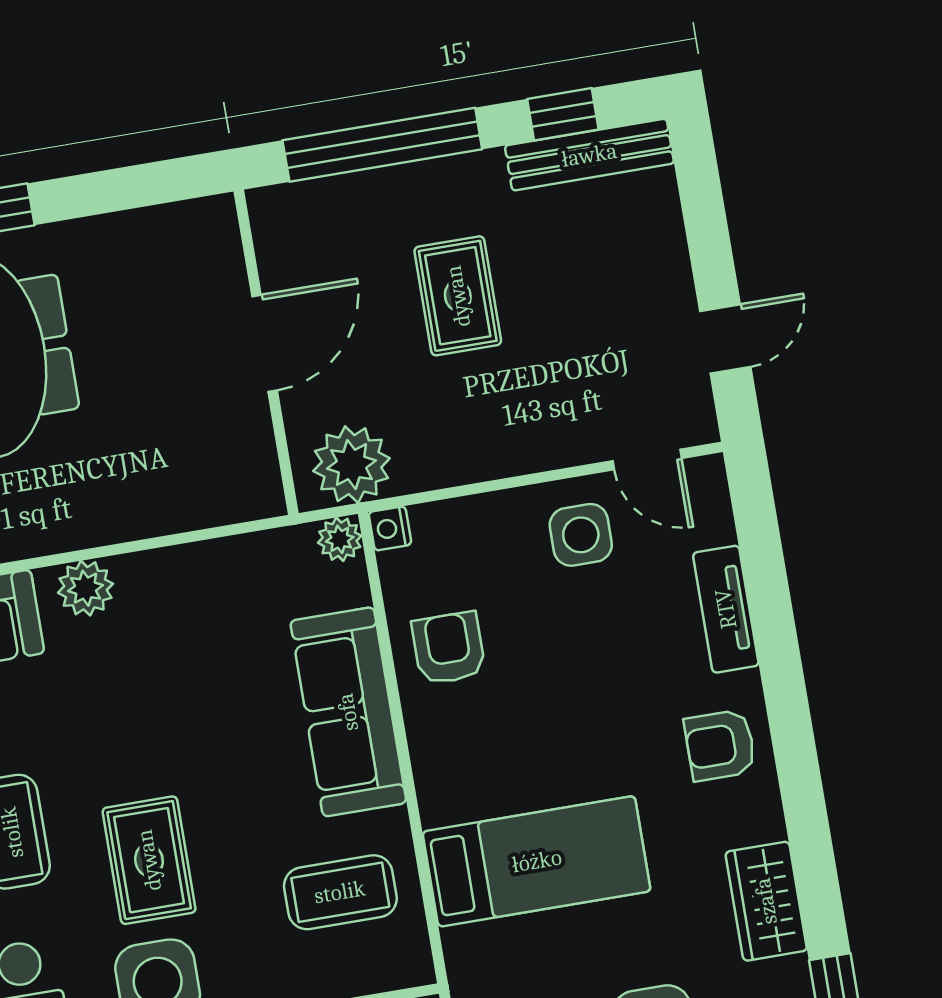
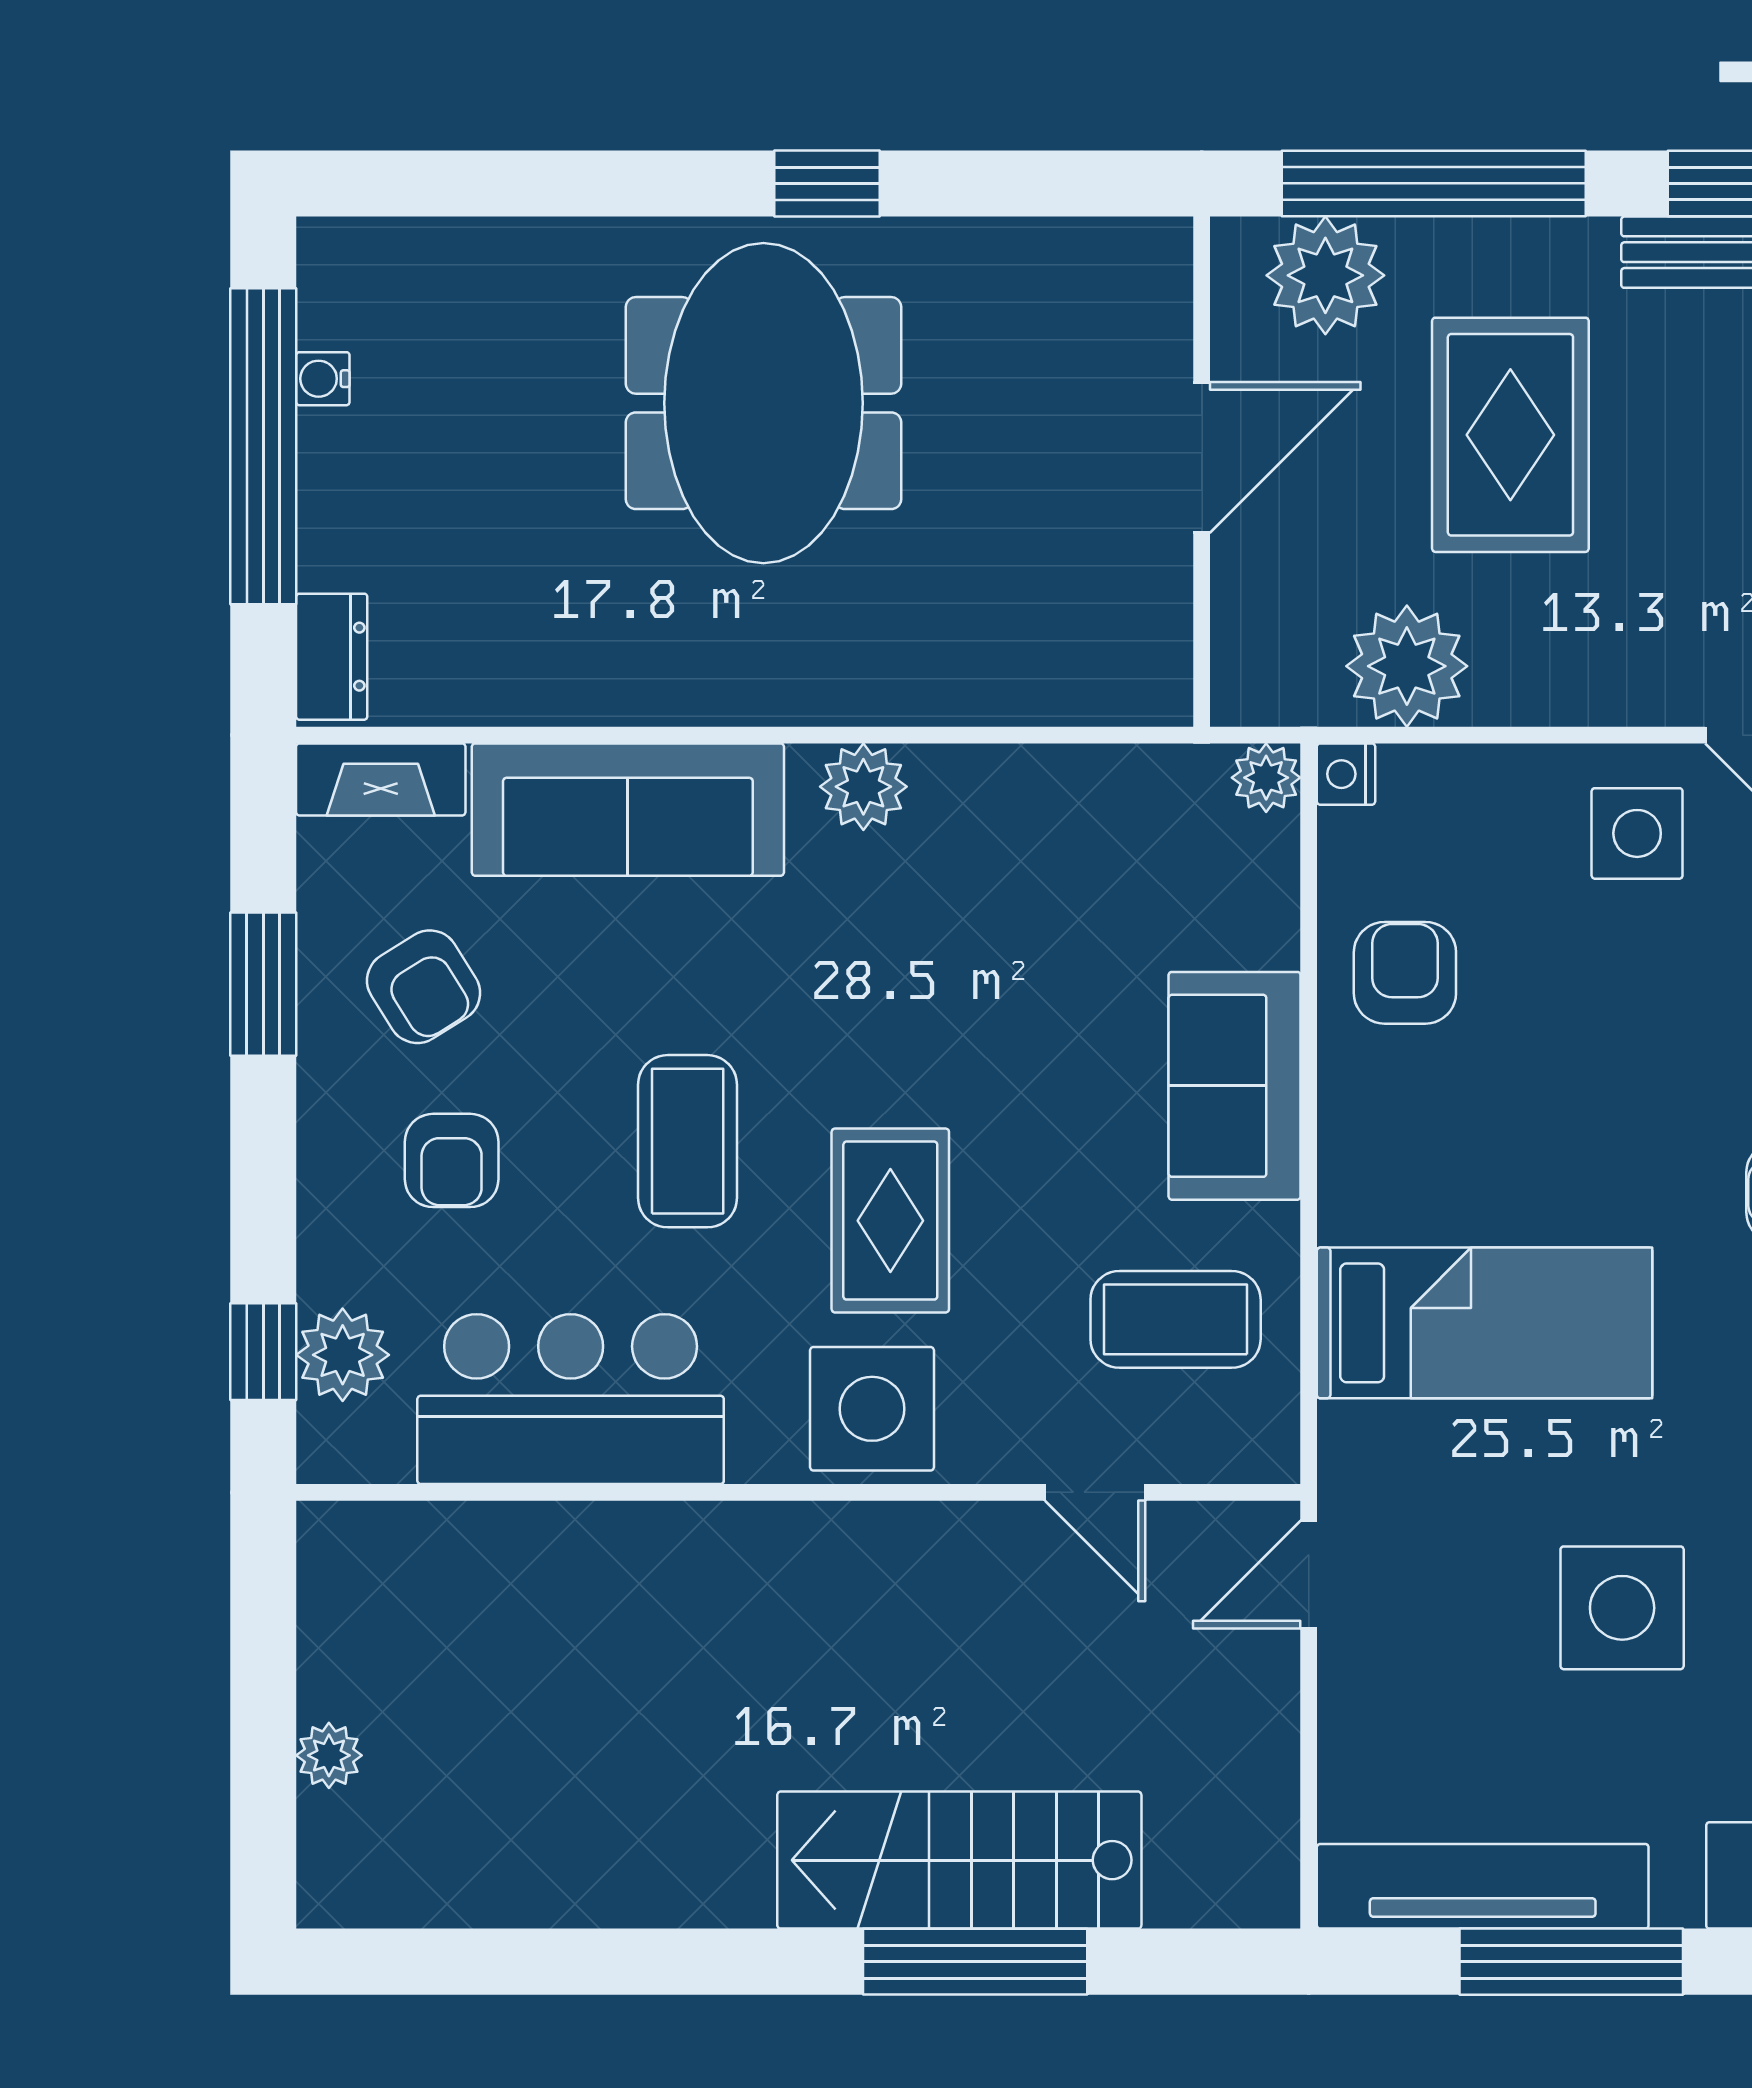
plant: (323, 215) -> (1325, 275), added
rug: (458, 296) -> (1510, 435), width x1.36, depth x1.43
plant: (352, 465) -> (1407, 666), moved
sofa: (348, 712) -> (1235, 1086), width x0.73

